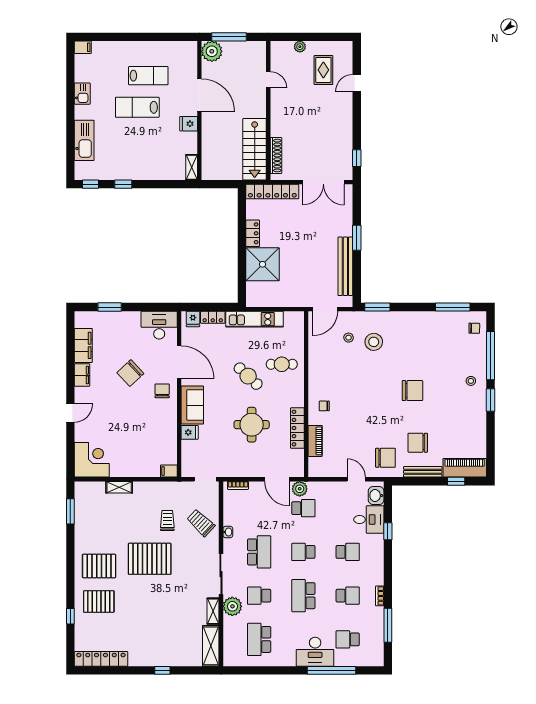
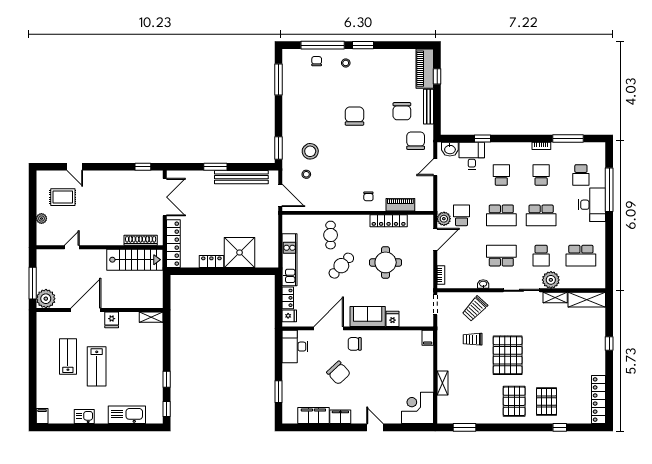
chair: (474, 328) -> (317, 61), moved
school desk: (303, 552) -> (501, 215), width x1.85

